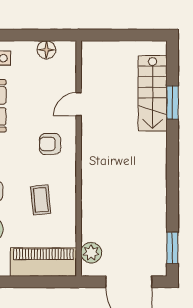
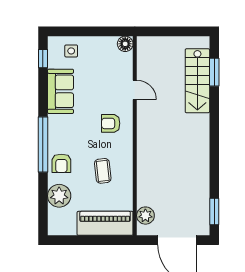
floor lamp: (46, 50) -> (125, 44), moved
window: (172, 103) -> (214, 72), moved
door: (79, 104) -> (135, 90), swing flipped

